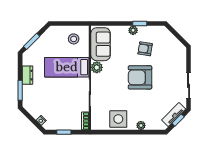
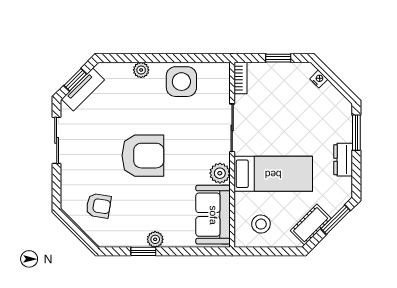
cot: (46, 39) -> (311, 225), added
armchair: (145, 49) -> (98, 206), moved

